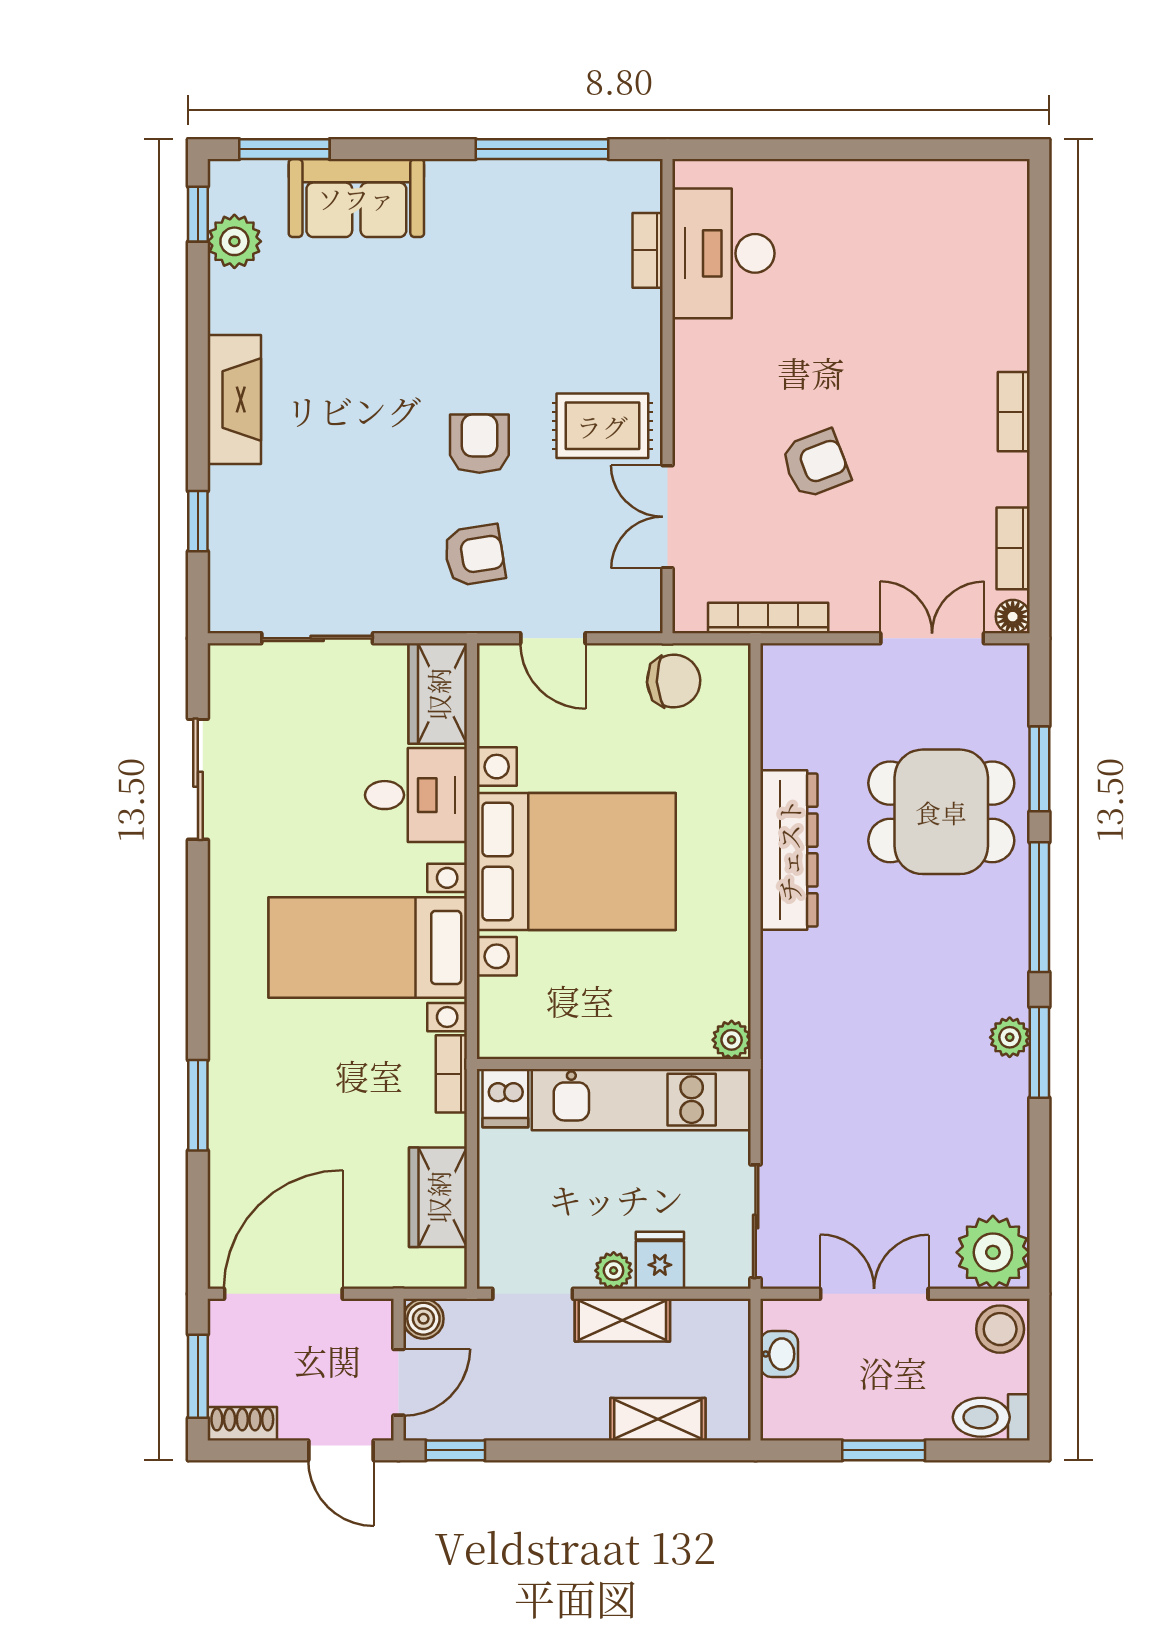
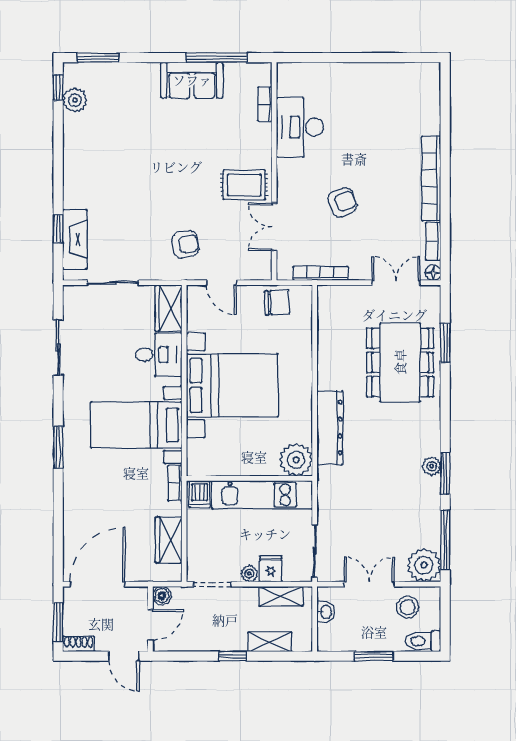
sofa: (356, 198) -> (192, 80), moved
desk: (723, 253) -> (300, 127), moved
fireplace: (234, 399) -> (75, 239), moved
bookcase: (1014, 412) -> (431, 178), width x2.31, depth x1.31
armchair: (479, 444) -> (188, 193), removed
dining table: (941, 812) -> (400, 362), width x1.38
dresser: (789, 850) -> (330, 428), moved
window: (1039, 907) -> (445, 540), moved
plant: (732, 1040) -> (296, 460), width x1.87, depth x1.87
window: (198, 1105) -> (58, 447), moved
shelving: (622, 1320) -> (281, 596), moved
stool: (1000, 1329) -> (407, 607), moved
window: (455, 1450) -> (233, 656), moved

